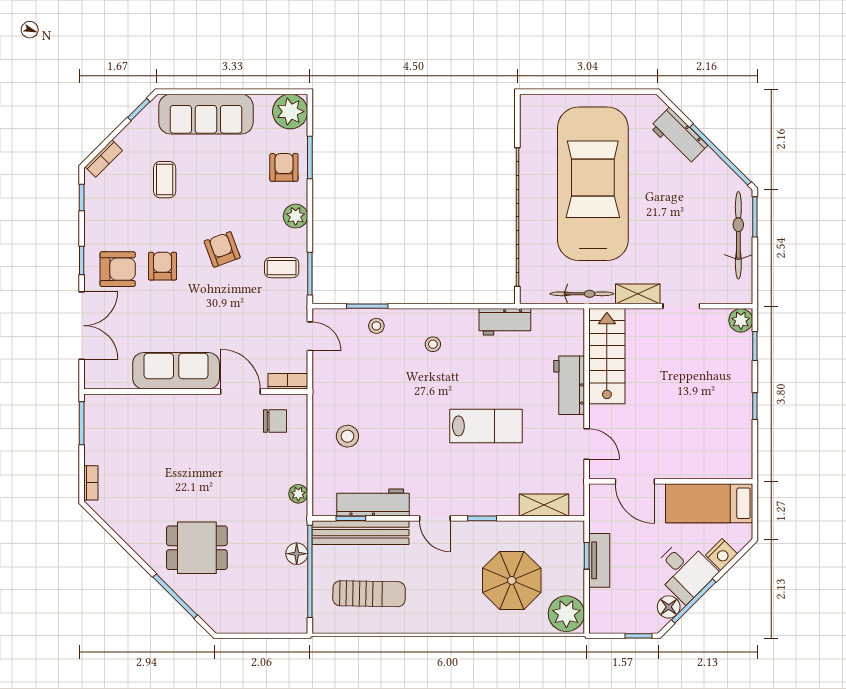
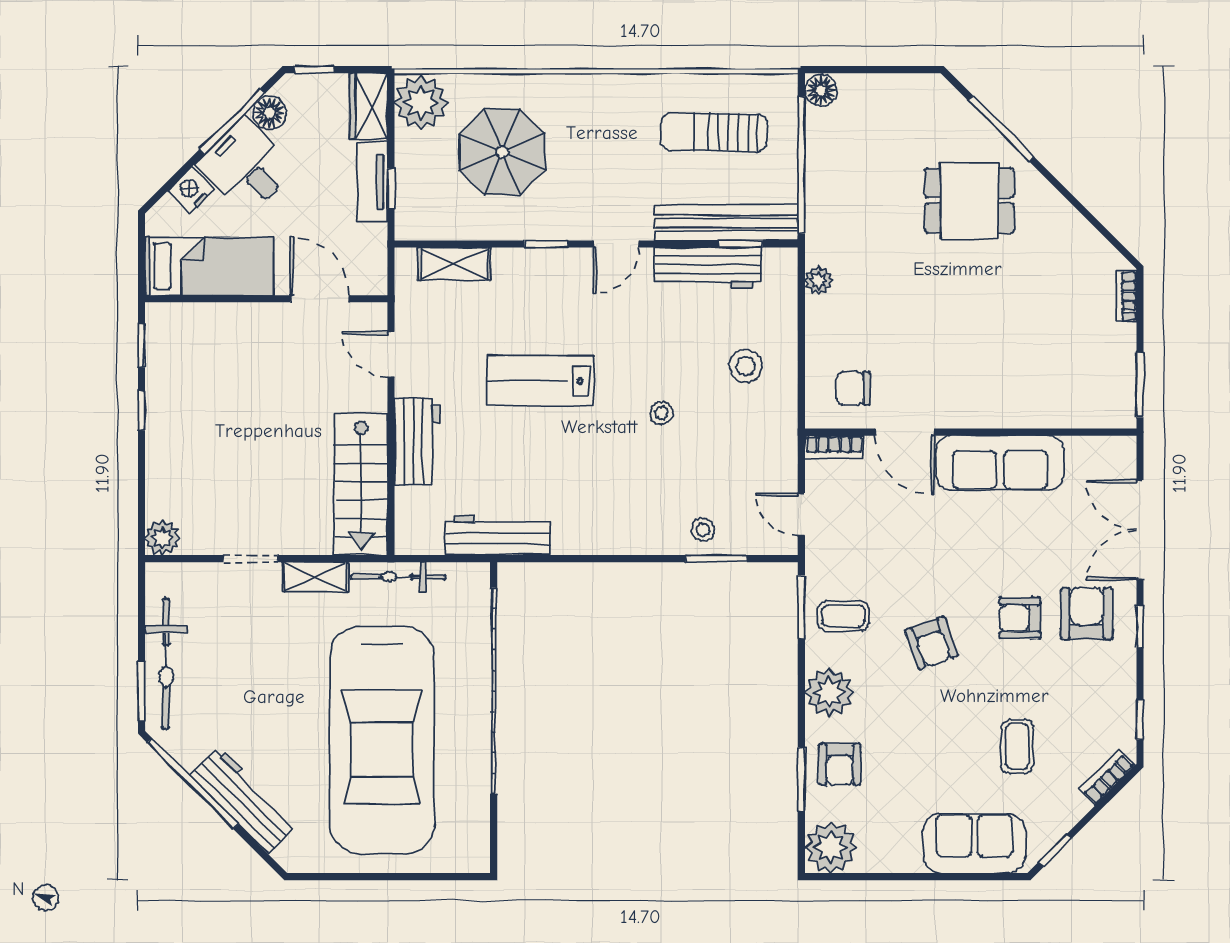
sofa: (206, 114) -> (974, 844), width x0.73
workbench: (679, 136) -> (244, 800), width x1.37
plant: (296, 216) -> (829, 692), width x1.36, depth x1.36
armchair: (163, 266) -> (1020, 618), turned 90
armchair: (118, 269) -> (1087, 614), turned 90
workbench: (505, 322) -> (498, 535), width x1.38
stool: (433, 344) -> (661, 413), moved
window: (755, 346) -> (141, 346), moved
door: (435, 518) -> (616, 244), swing flipped
floor lamp: (297, 554) -> (821, 90), moved
wardrobe: (602, 611) -> (369, 106), added

